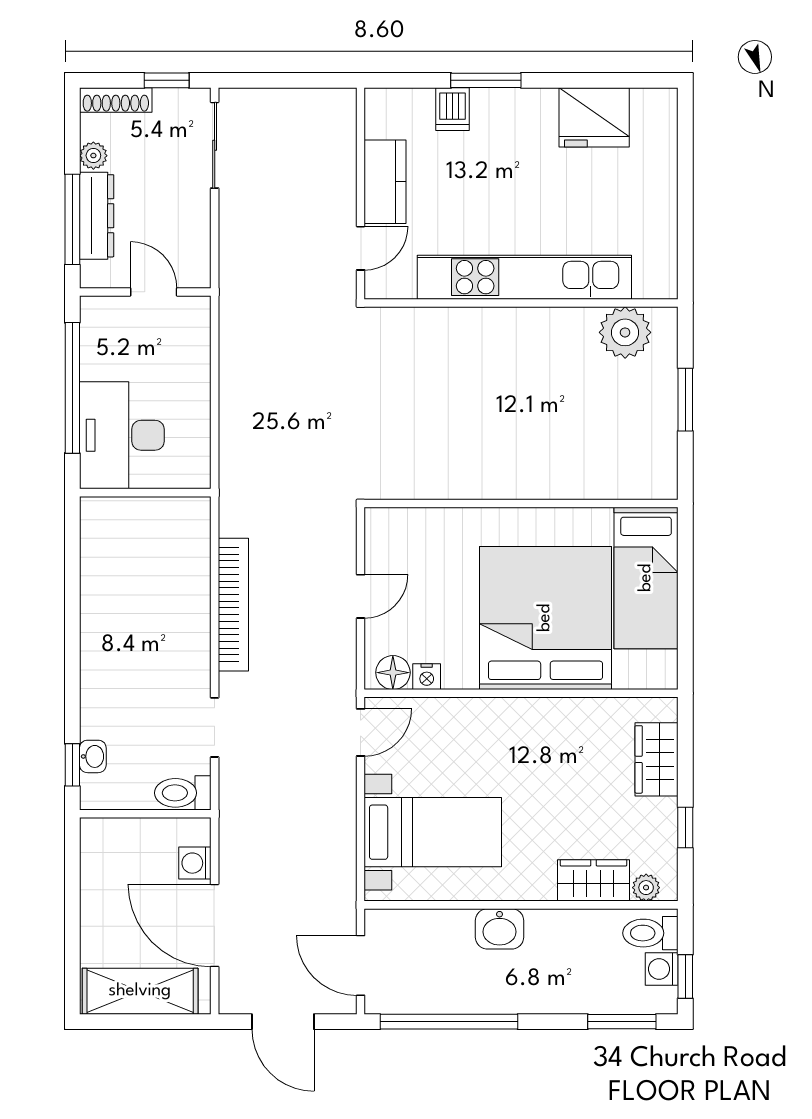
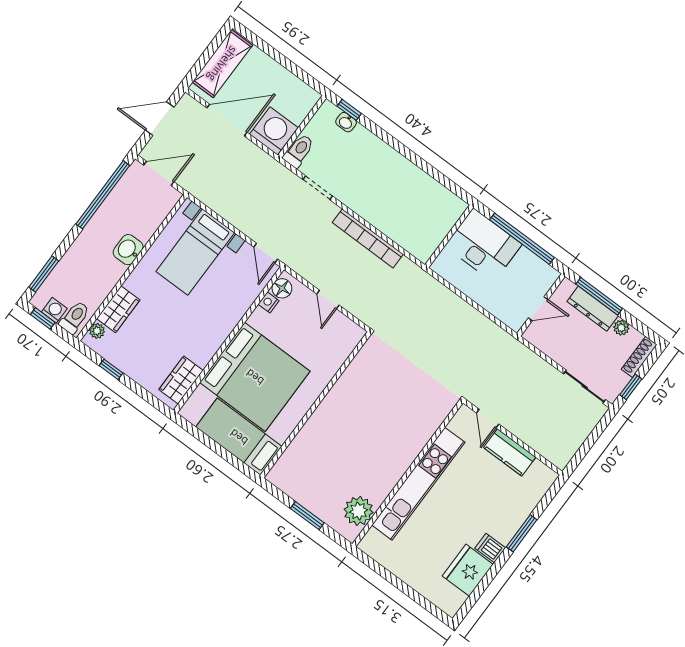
dishwasher: (452, 109) -> (490, 548), moved
wardrobe: (657, 759) -> (181, 380), moved, turned -90
washing machine: (195, 863) -> (274, 131), width x1.89, depth x1.89

